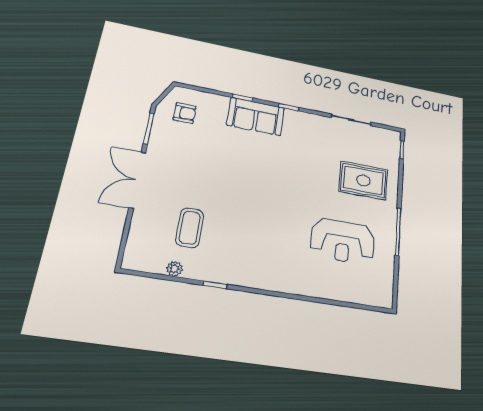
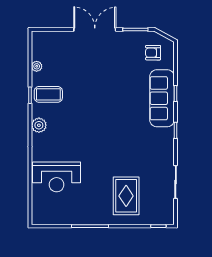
armchair: (185, 113) -> (153, 53), turned 90
sofa: (256, 116) -> (162, 98), width x1.36
coffee table: (190, 228) -> (48, 94), moved
reception desk: (343, 241) -> (57, 177), moved, turned -90
plant: (259, 279) -> (39, 125), added

